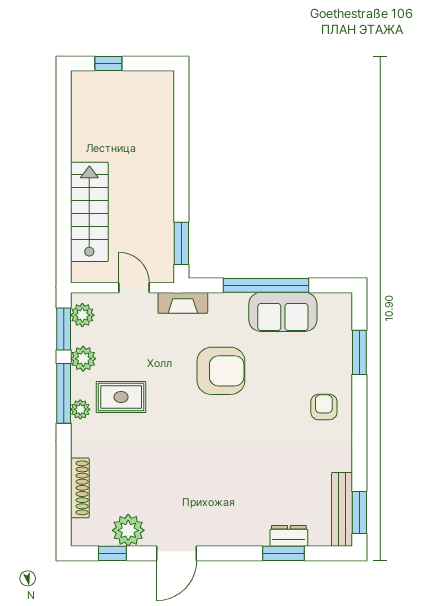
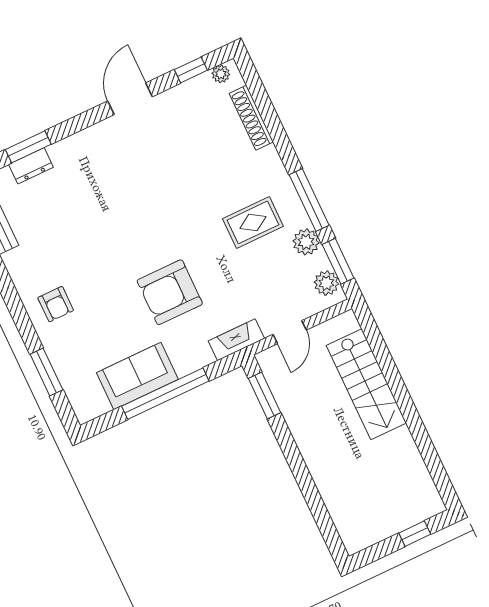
door: (134, 288) -> (290, 332), hinge flipped
plant: (80, 409) -> (286, 192), removed
plant: (128, 530) -> (221, 74), moved, width x0.53, depth x0.53

